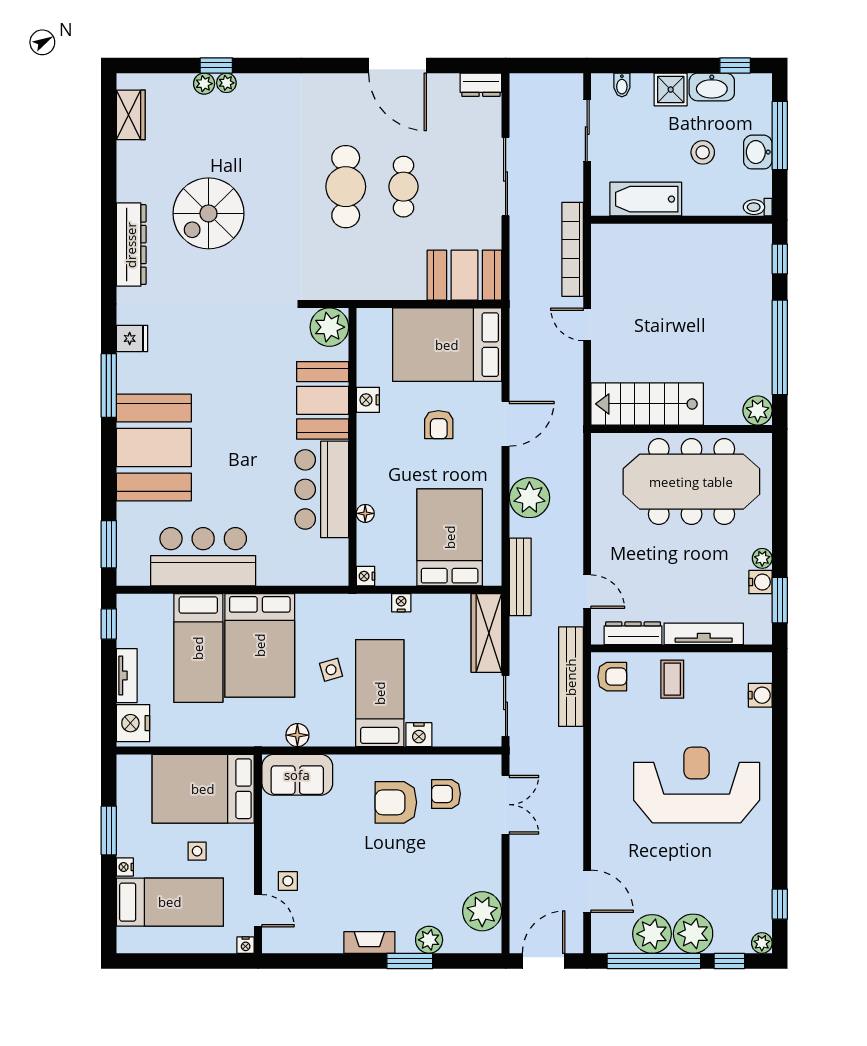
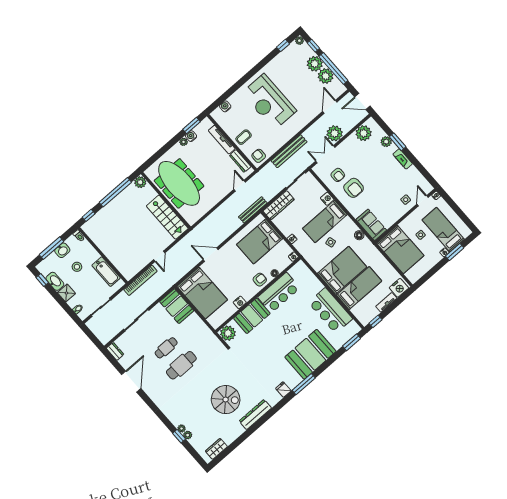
armchair: (439, 425) -> (260, 280), moved
plant: (529, 498) -> (335, 133), moved
bench: (571, 677) -> (289, 151), moved
window: (109, 831) -> (455, 252), moved

